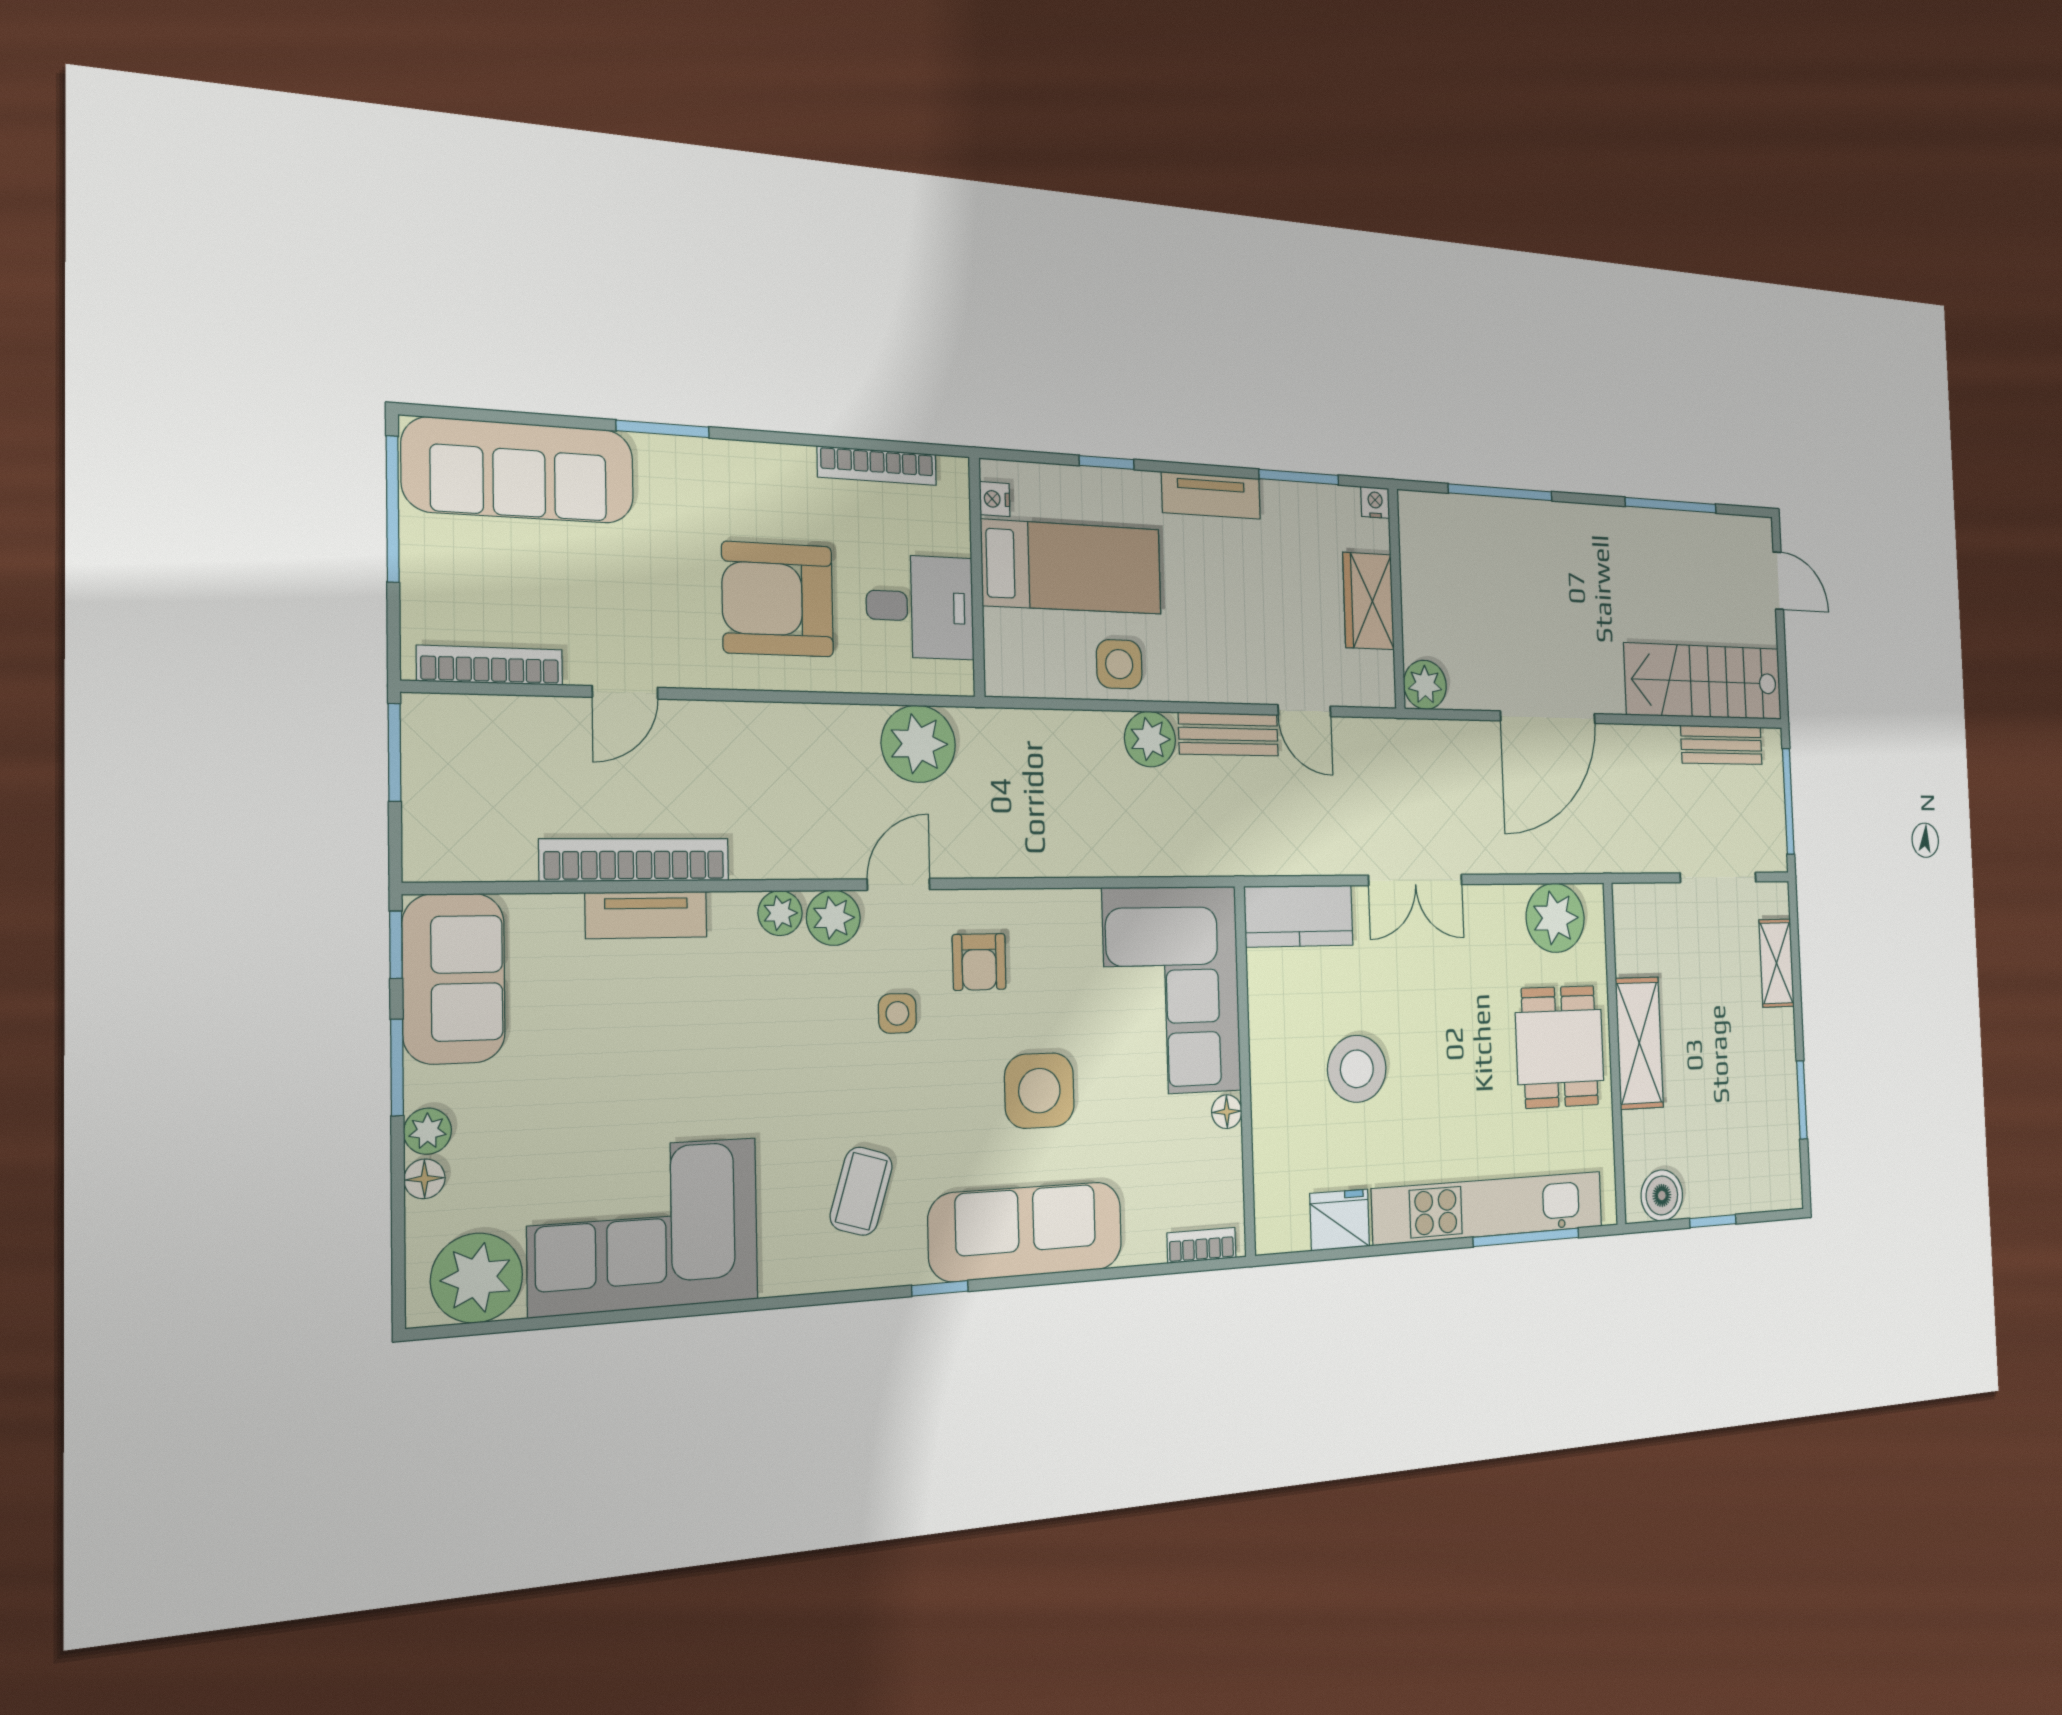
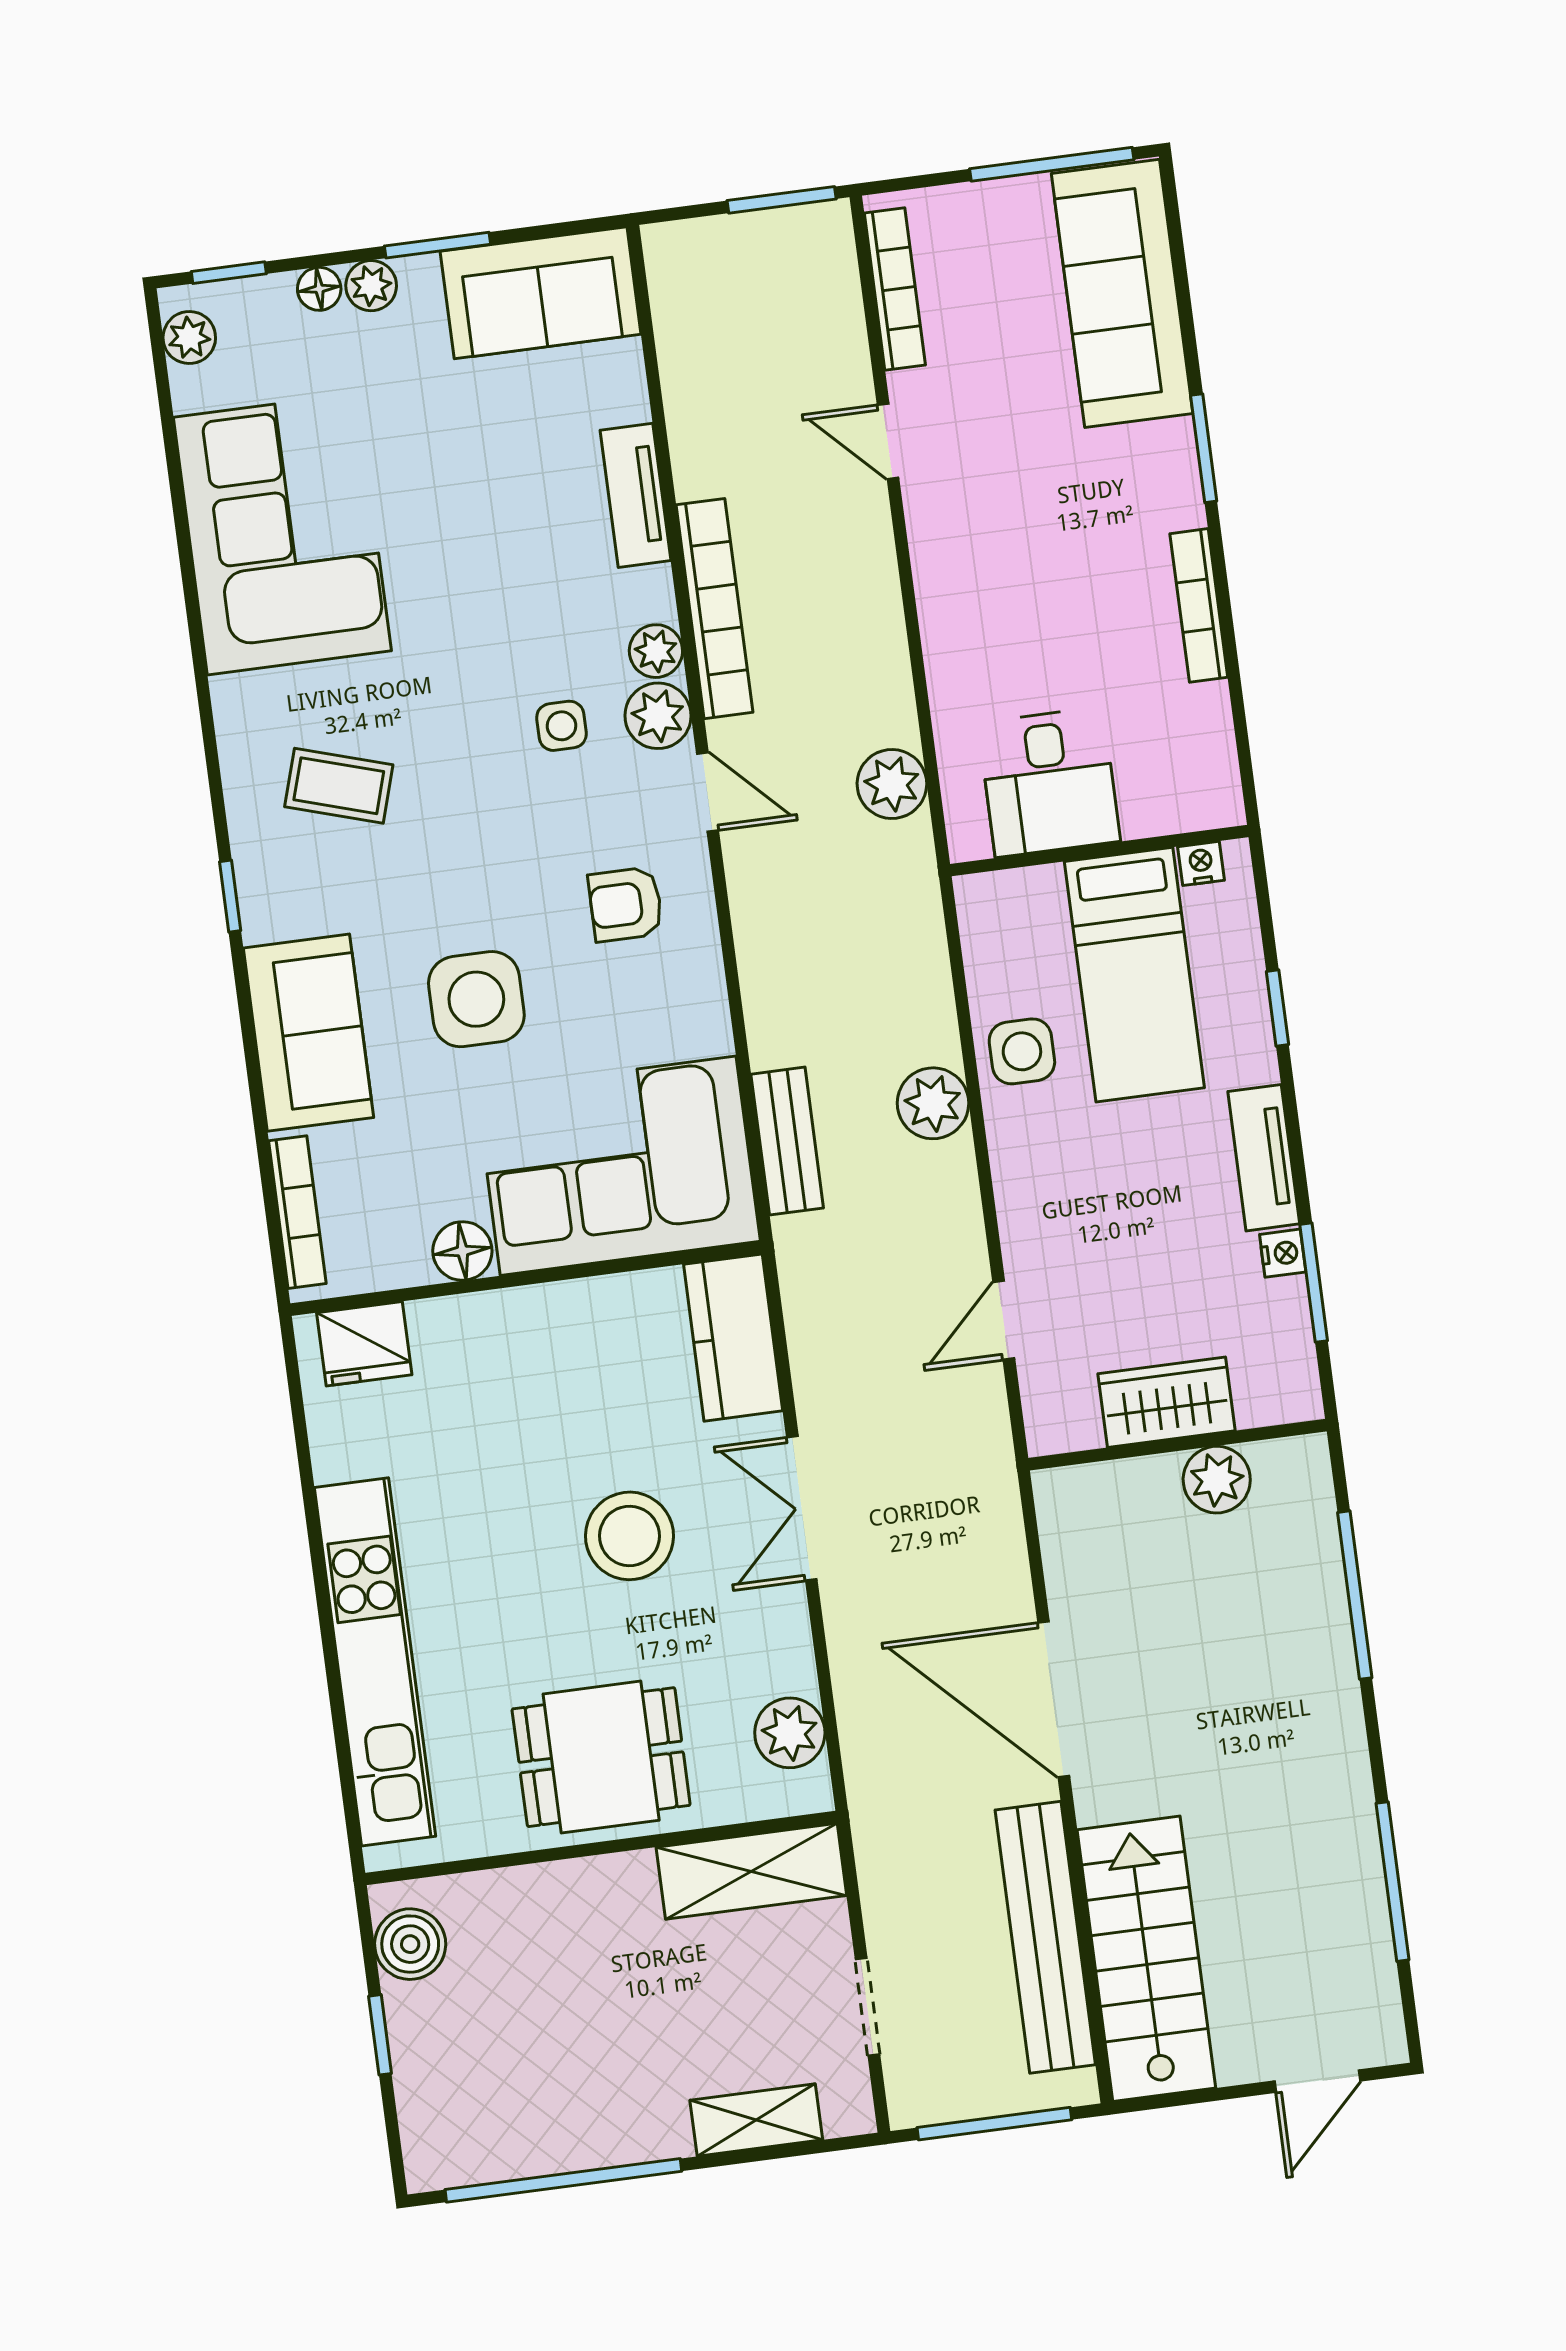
bookcase: (877, 466) -> (1199, 605), moved
nightstand: (1375, 502) -> (1283, 1253), moved
armchair: (778, 599) -> (1027, 606), removed
plant: (1425, 685) -> (1217, 1480), moved
bench: (1229, 734) -> (787, 1141), moved
plant: (918, 744) -> (892, 784), width x0.73, depth x0.73
bench: (1722, 745) -> (1045, 1937), width x1.86, depth x1.21
bookcase: (635, 860) -> (714, 609), moved
doorway: (1718, 877) -> (867, 2007), width x0.73
plant: (1555, 918) -> (790, 1733), width x0.73, depth x0.73
window: (396, 945) -> (229, 273), moved
side table: (897, 1013) -> (561, 726), moved
shelving: (1639, 1043) -> (751, 1871), moved
stool: (1357, 1069) -> (630, 1536), moved
window: (1802, 1100) -> (563, 2180), width x2.11
floor lamp: (1227, 1112) -> (462, 1251), width x1.37, depth x1.37
fridge: (1340, 1220) -> (364, 1344), moved, turned 90
sofa: (1026, 1231) -> (308, 1033), width x0.73
window: (1526, 1237) -> (339, 1725), removed
bookcase: (1201, 1245) -> (297, 1212), width x1.56
plant: (477, 1278) -> (189, 338), width x0.53, depth x0.53

